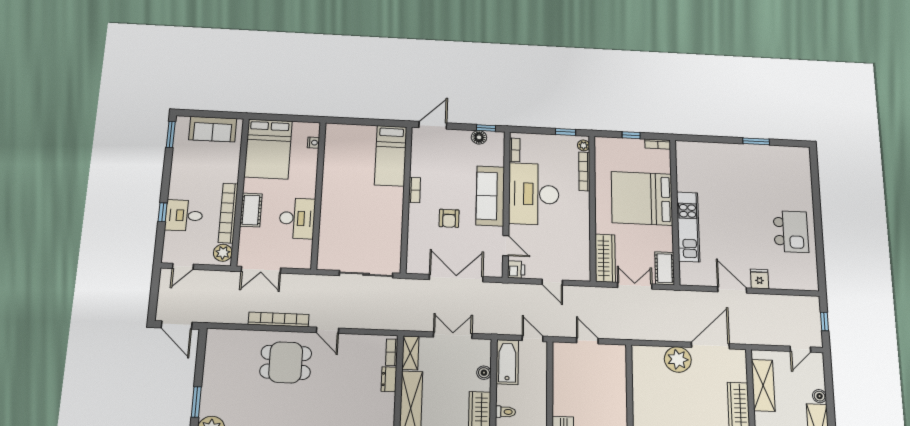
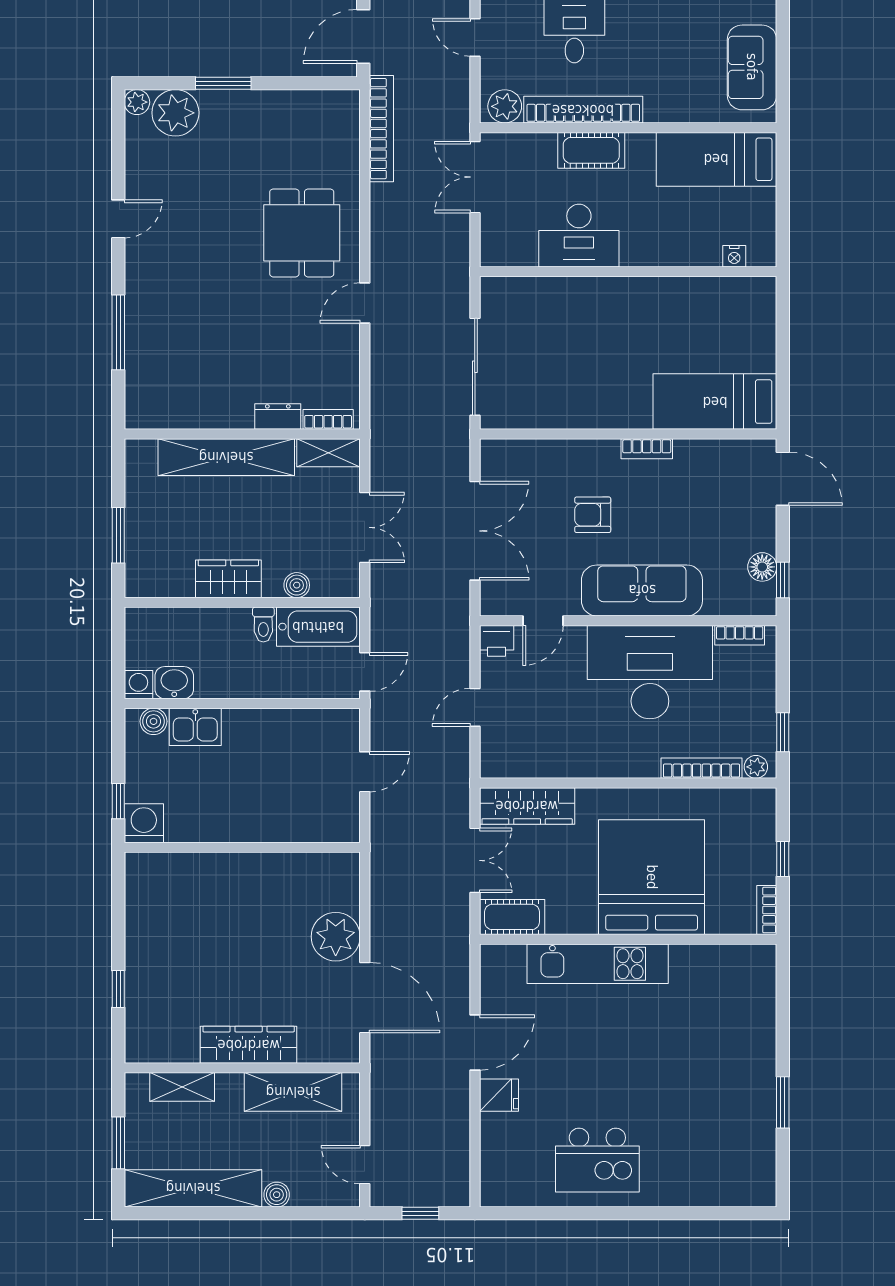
bed: (268, 149) -> (716, 159), width x0.67
bookcase: (279, 319) -> (381, 129), moved
toilet: (505, 412) -> (263, 625), moved

